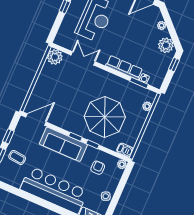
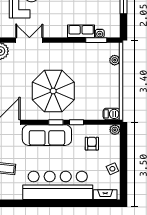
row of seats: (124, 68) -> (81, 31), width x0.68
parasol: (105, 117) -> (53, 91), moved

